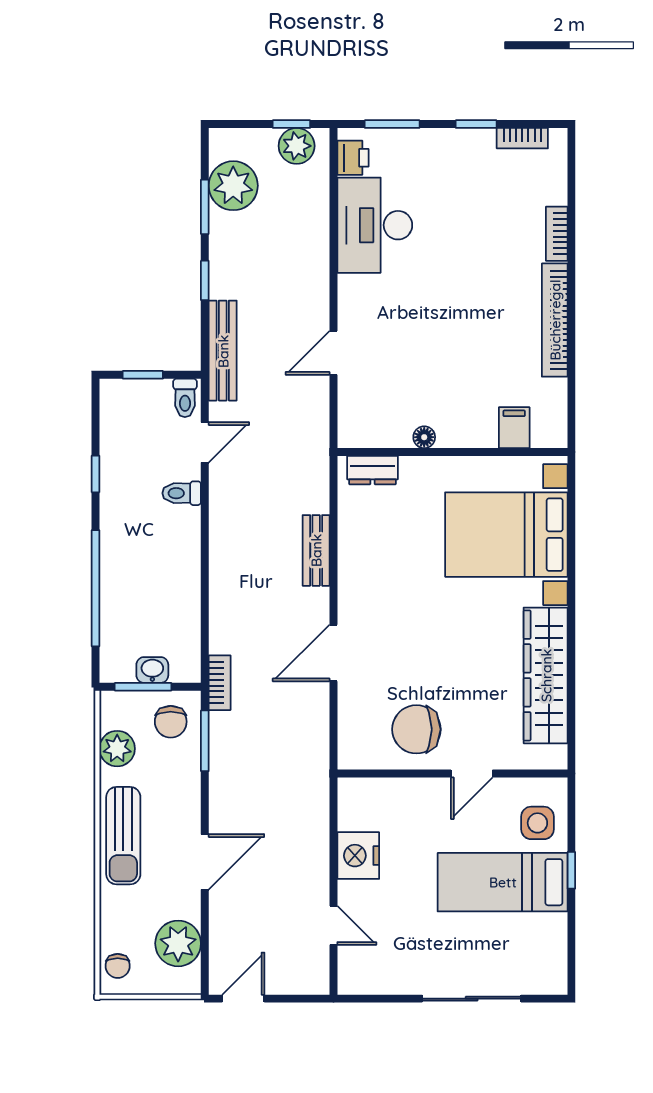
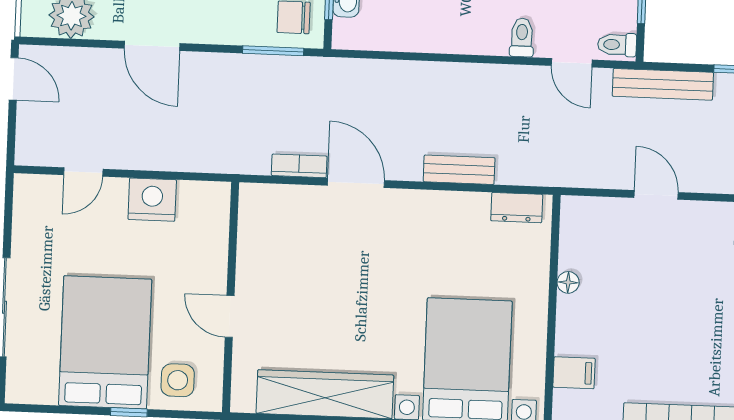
dresser: (373, 470) -> (517, 208), moved, turned -90
bookcase: (220, 683) -> (299, 166), moved, turned 180
chair: (416, 729) -> (276, 263), removed
bed: (503, 882) -> (105, 342), width x1.50

